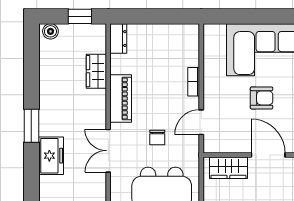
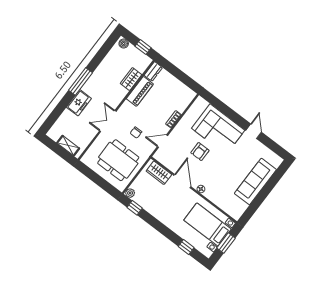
armchair: (262, 98) -> (200, 152), turned 90
piano: (121, 99) -> (140, 91), moved
window: (31, 126) -> (80, 81), width x1.44

